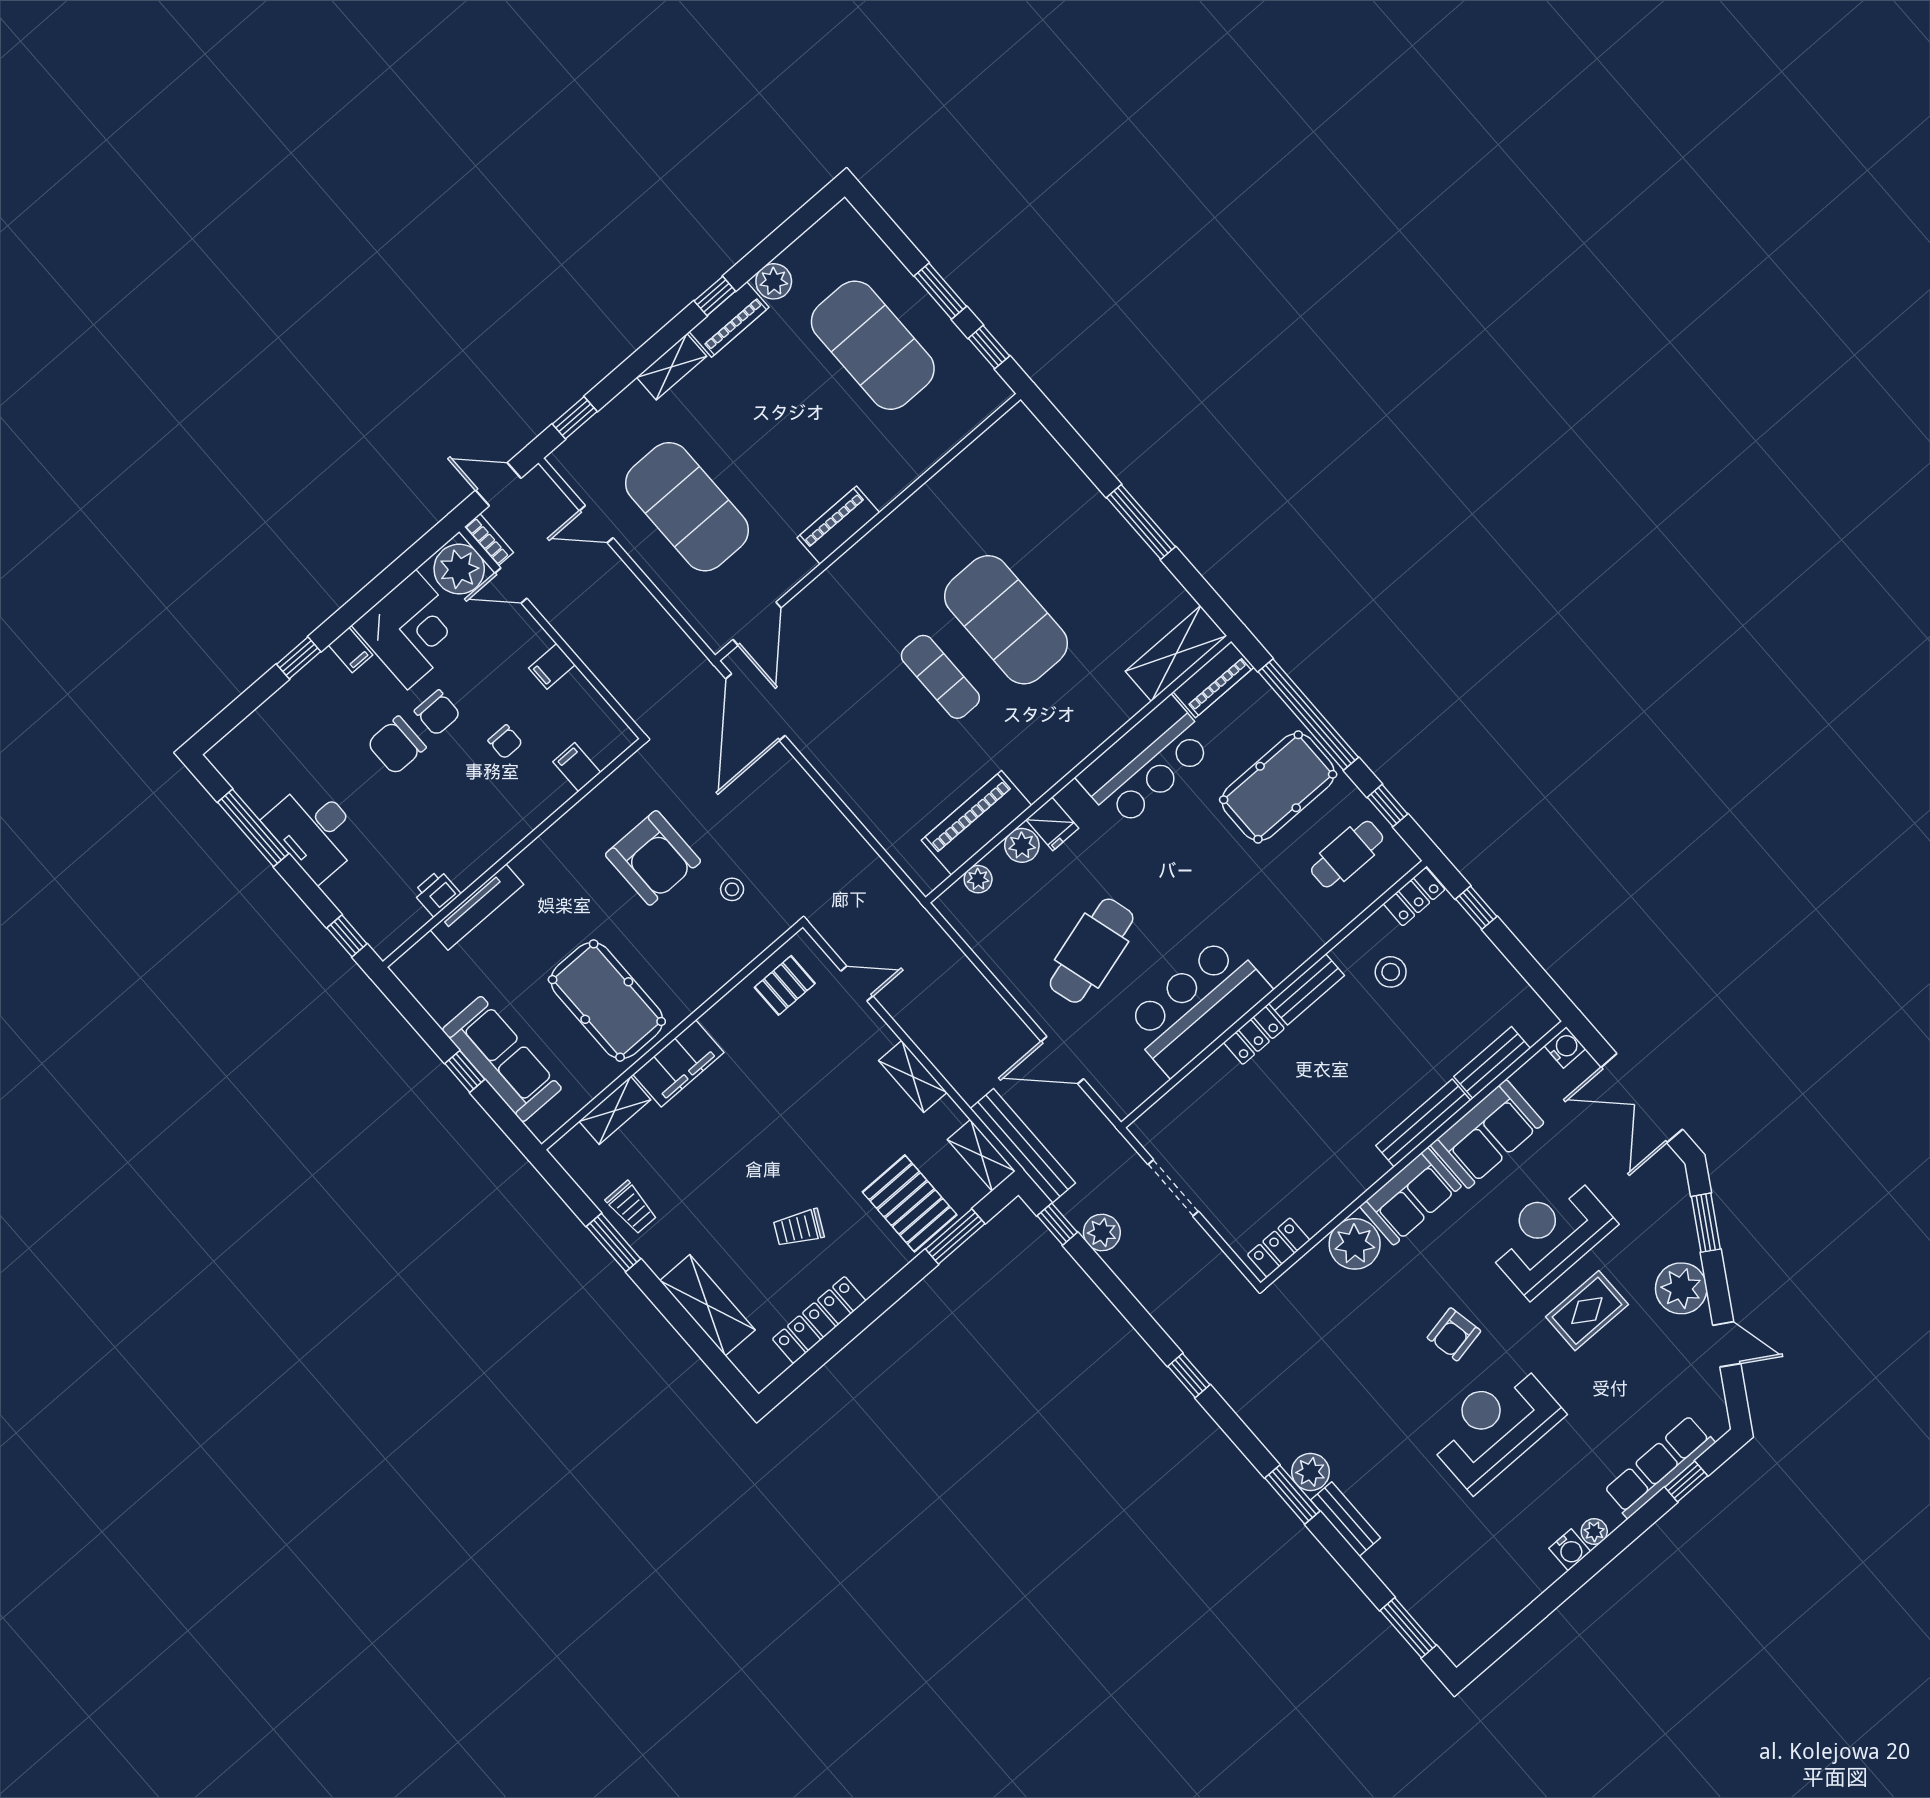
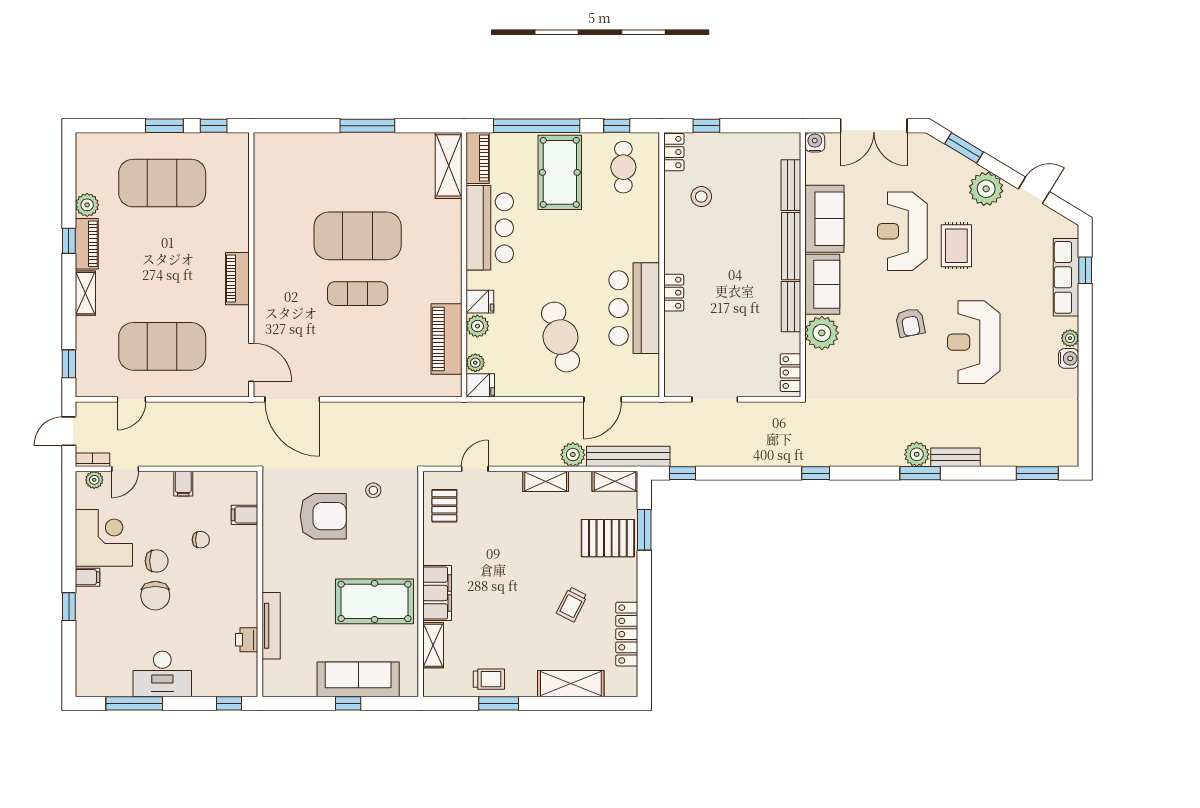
plant: (459, 569) -> (94, 480), width x0.53, depth x0.53
fridge: (957, 907) -> (480, 385), added
bench: (1306, 989) -> (791, 307), moved
plant: (1102, 1233) -> (573, 455), moved

